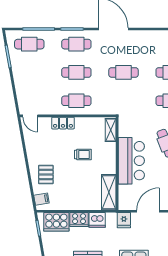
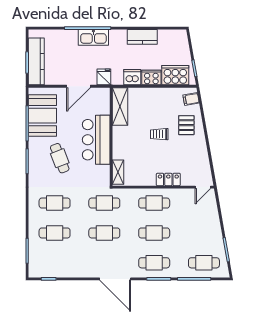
cafe table: (124, 101) -> (104, 203), added
door: (30, 116) -> (203, 187), swing flipped
trolley: (83, 154) -> (159, 134), moved

